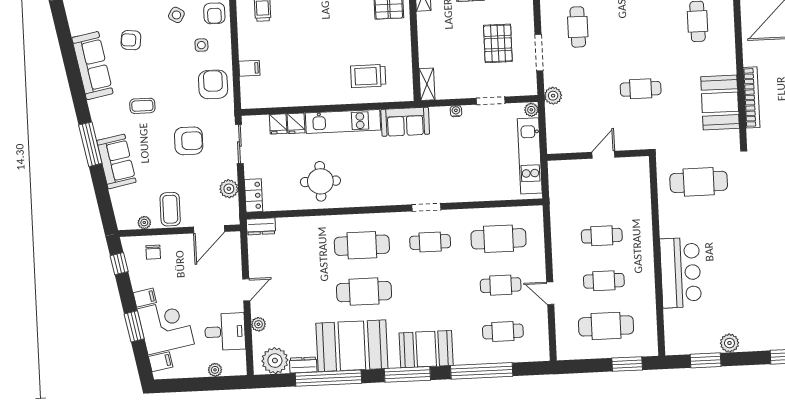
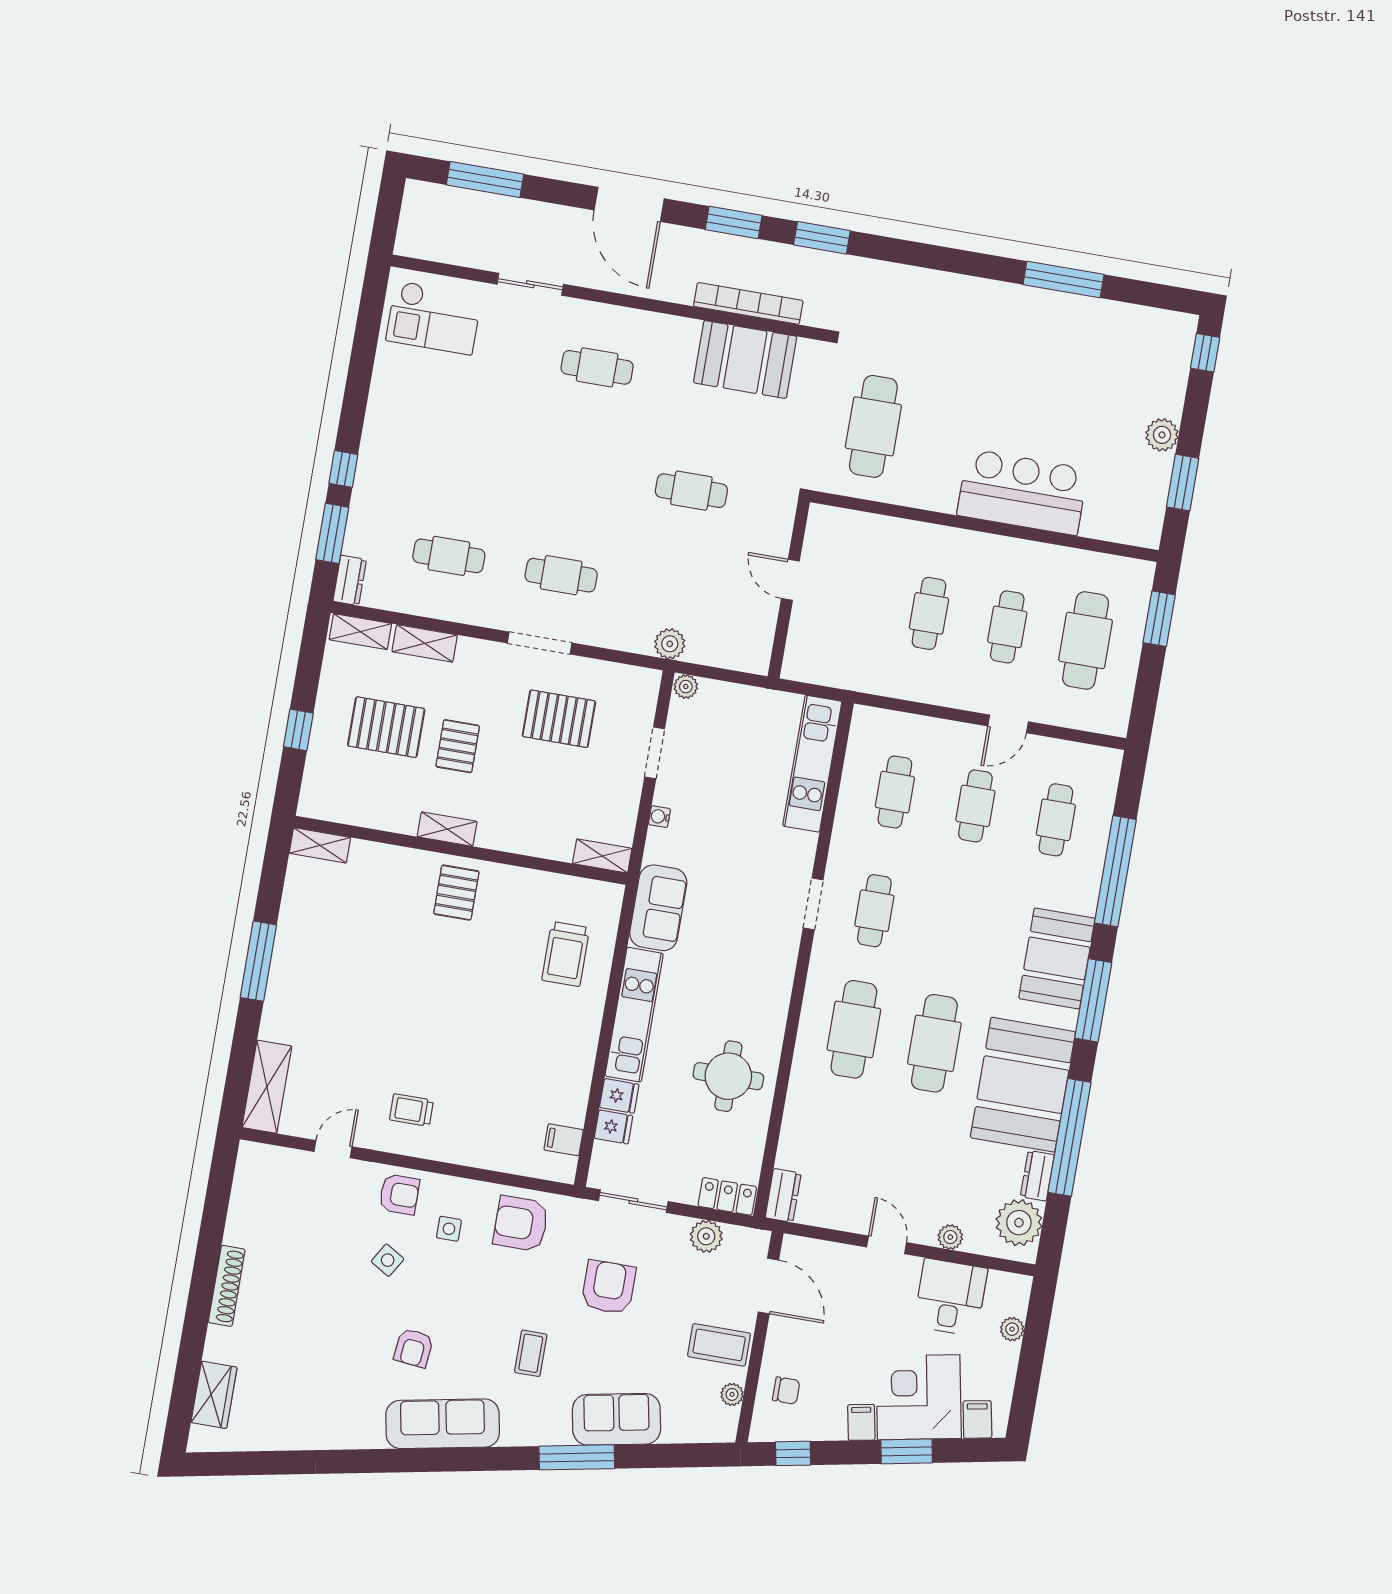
doorway: (539, 53) -> (540, 643), moved
filing cabinet: (249, 68) -> (564, 1140), moved, turned -90
cafe table: (641, 89) -> (691, 491), turned 90
kitchen unit: (530, 156) -> (812, 764), moved, turned 90
cafe table: (499, 239) -> (895, 792), width x0.73, depth x0.74

